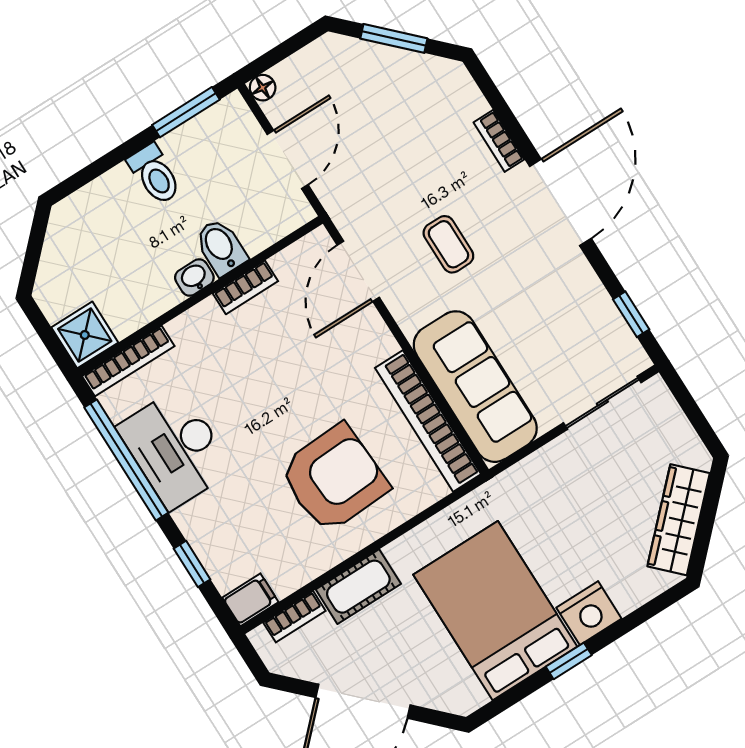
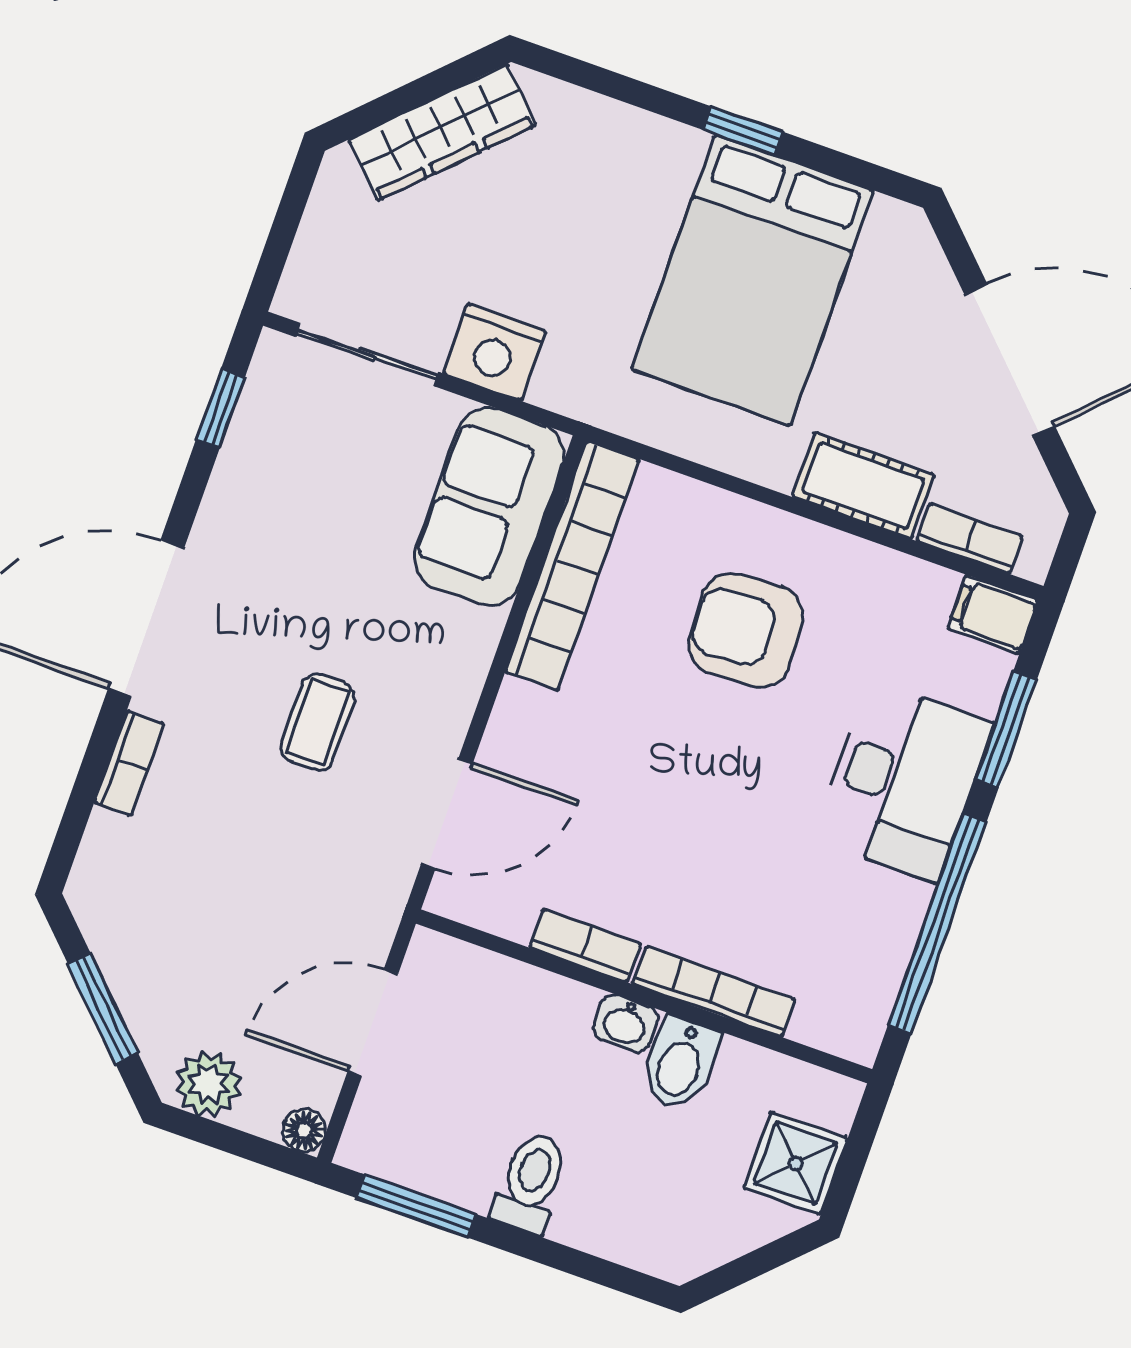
plant: (319, 60) -> (209, 1084), added
bidet: (221, 247) -> (680, 1063), moved
shower: (85, 335) -> (796, 1163), moved
bookcase: (128, 361) -> (714, 991), moved
sofa: (475, 387) -> (489, 507), width x0.73
desk: (175, 449) -> (903, 781), moved
armchair: (334, 478) -> (746, 630), width x0.73, depth x0.73
window: (192, 564) -> (1006, 729), width x1.50
nightstand: (589, 613) -> (494, 352), moved, turned 180

